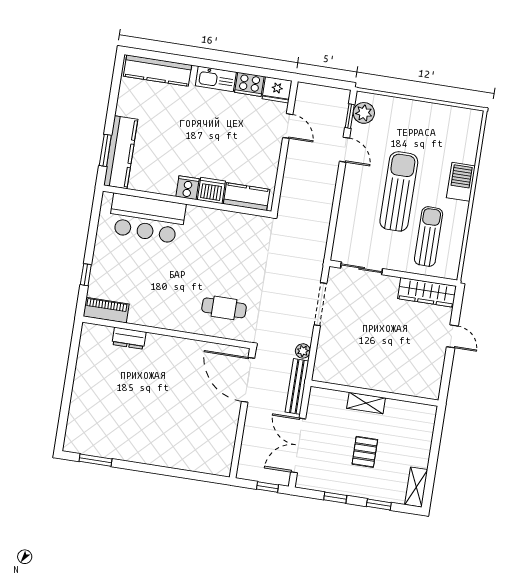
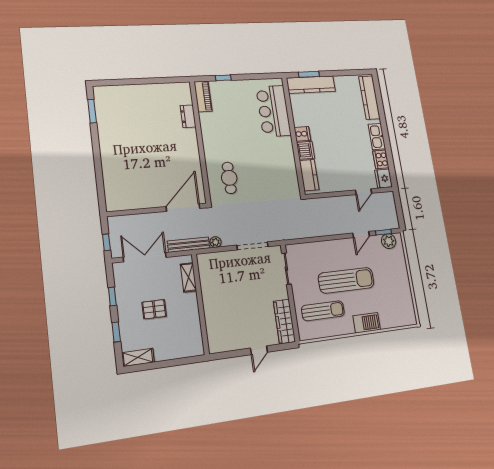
shelving: (366, 403) -> (188, 277), moved

